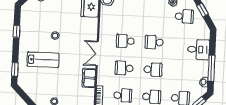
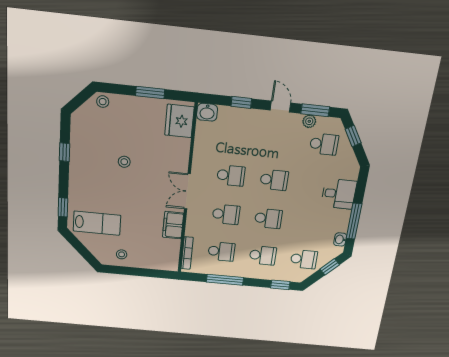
school desk: (125, 41) -> (231, 176), turned 180
school desk: (154, 42) -> (274, 180), turned 180
lab bench: (43, 60) -> (97, 223), moved
school desk: (124, 68) -> (226, 214), turned 180

